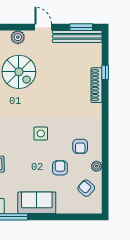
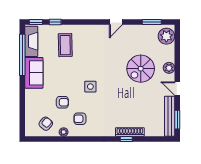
door: (43, 27) -> (177, 89), swing flipped
window: (105, 72) -> (126, 139), moved
sofa: (37, 203) -> (34, 73), moved

